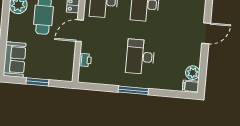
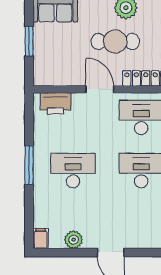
printer: (85, 60) -> (56, 103), width x1.87, depth x1.48
plant: (193, 73) -> (74, 240), moved

